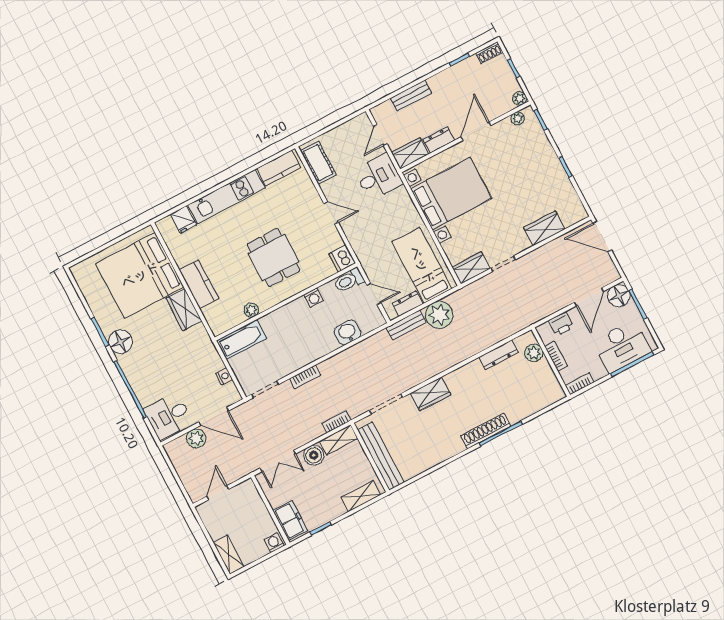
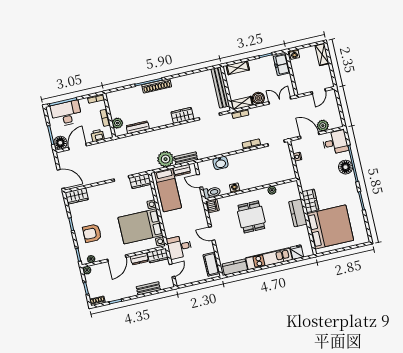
armchair: (527, 161) -> (92, 233), added
wardrobe: (544, 228) -> (77, 196), moved
bathtub: (241, 339) -> (282, 175), removed
floor lamp: (121, 342) -> (346, 167), moved

